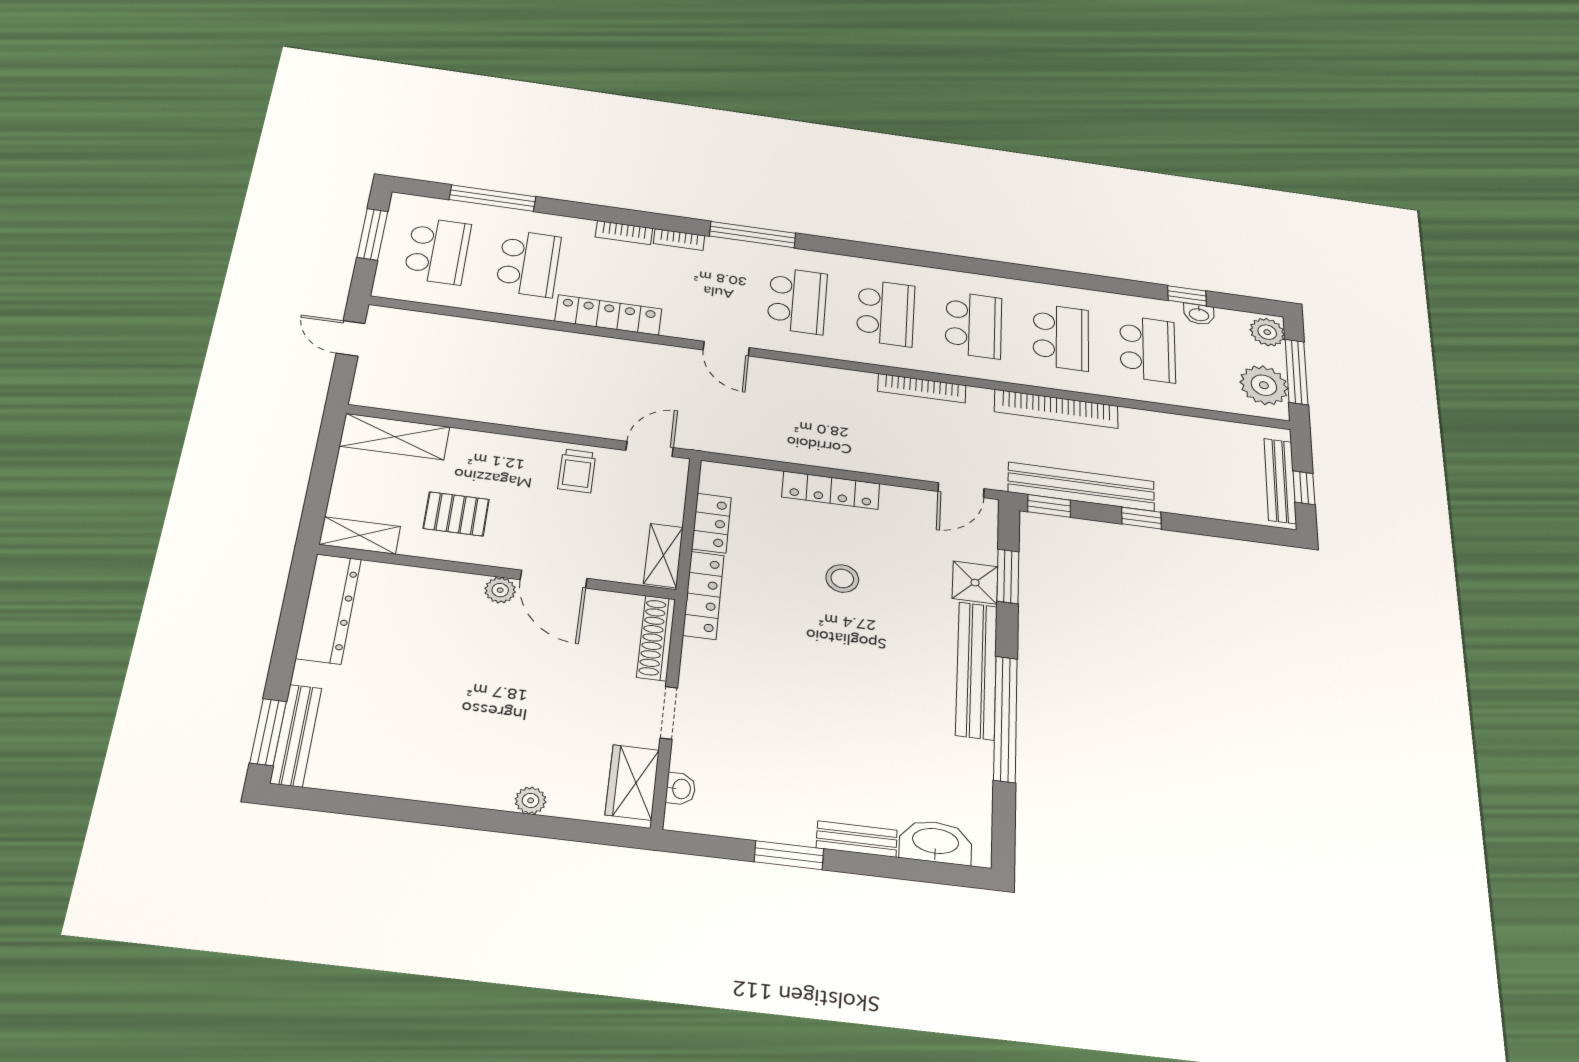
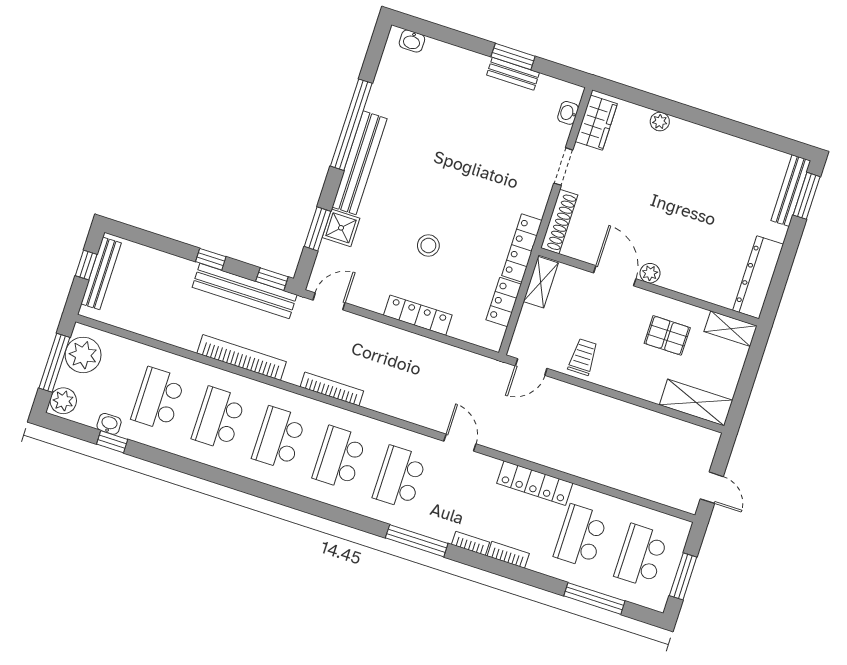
bench: (857, 839) -> (513, 74), moved
washbasin: (936, 842) -> (412, 41), width x0.52, depth x0.69

